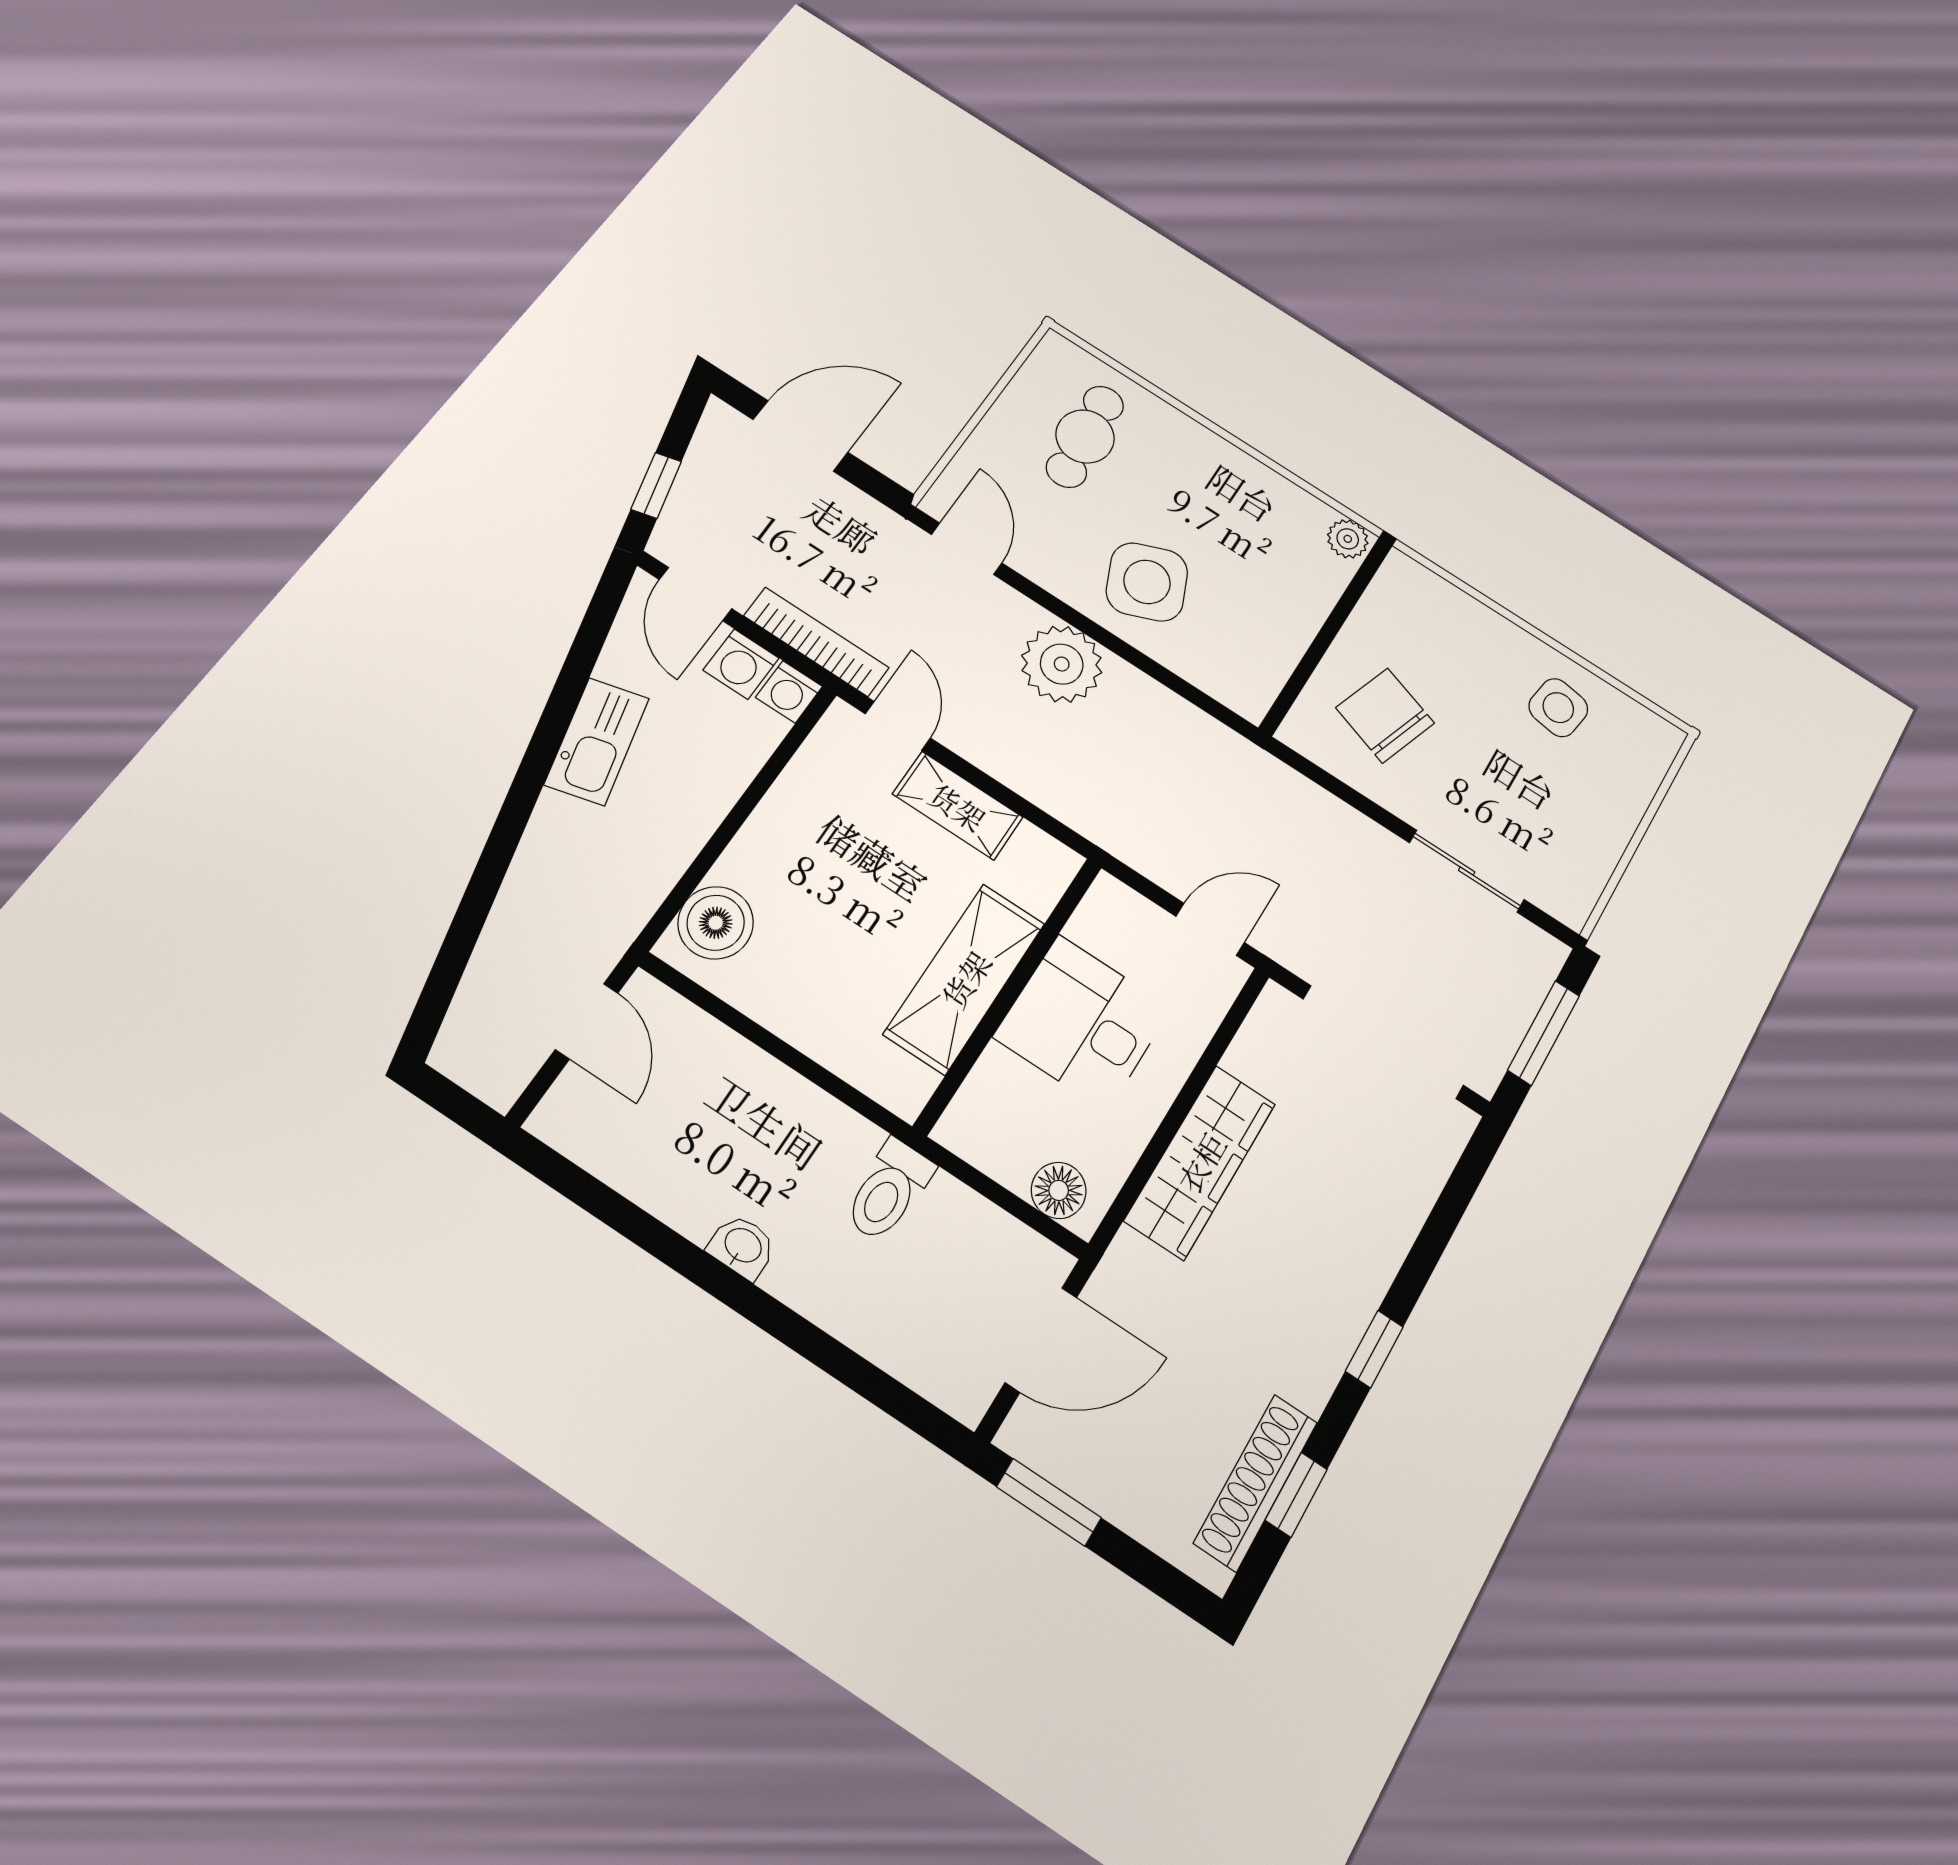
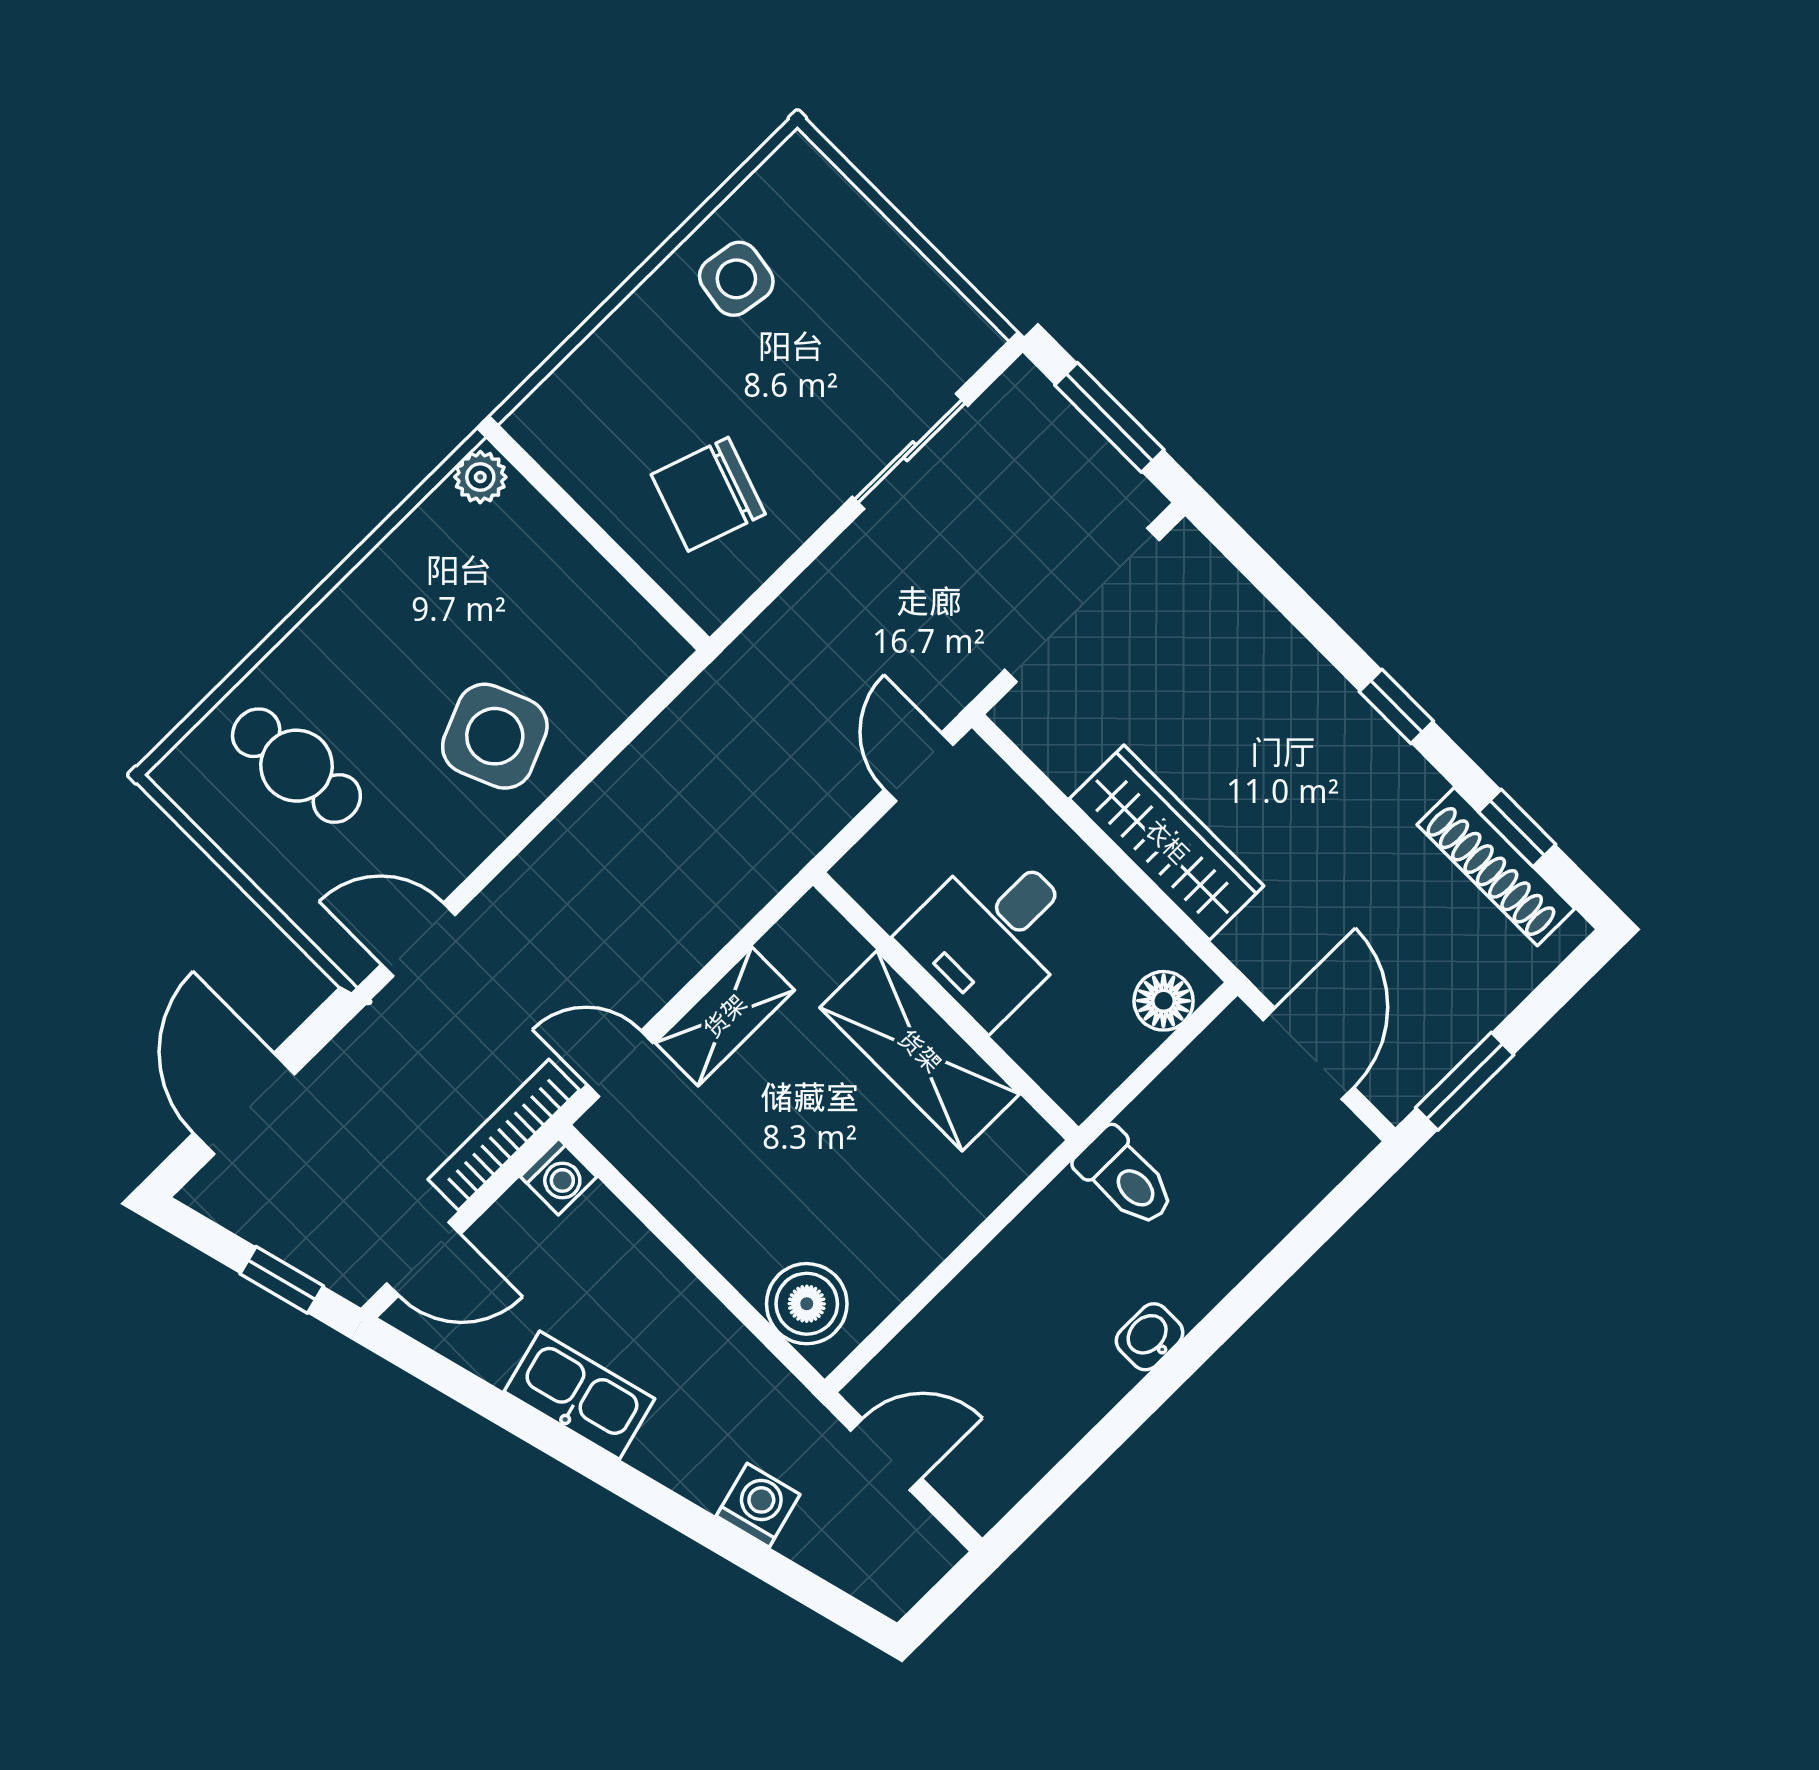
washing machine: (741, 664) -> (758, 1505), moved, turned -105
plant: (1062, 664) -> (579, 861), removed

